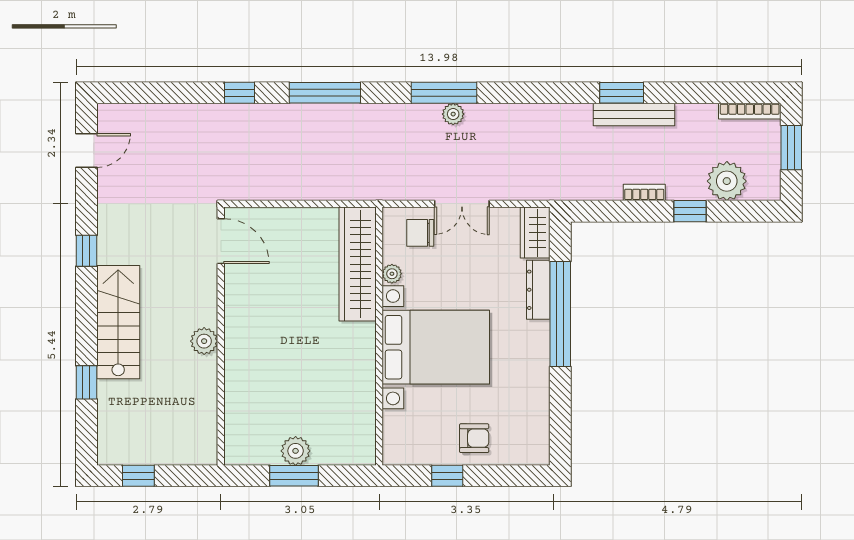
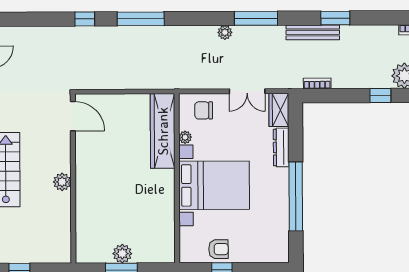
window: (444, 93) -> (256, 18), moved
bench: (634, 115) -> (313, 32), moved
bookcase: (644, 192) -> (317, 83), moved
double door: (462, 204) -> (247, 91), moved
window: (560, 314) -> (296, 196), moved
armchair: (474, 438) -> (218, 249), moved

